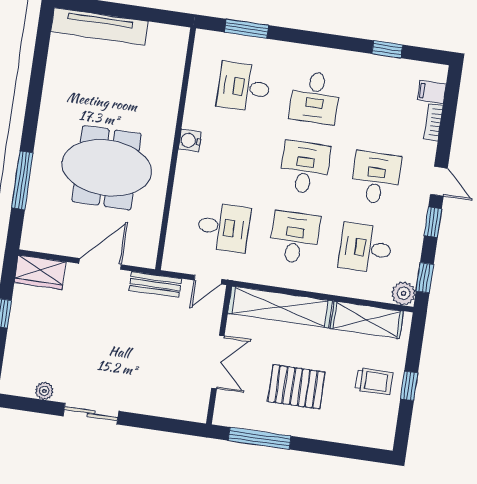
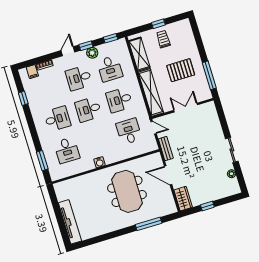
plant: (404, 293) -> (92, 53), moved
pallet: (296, 387) -> (181, 70), turned 90

